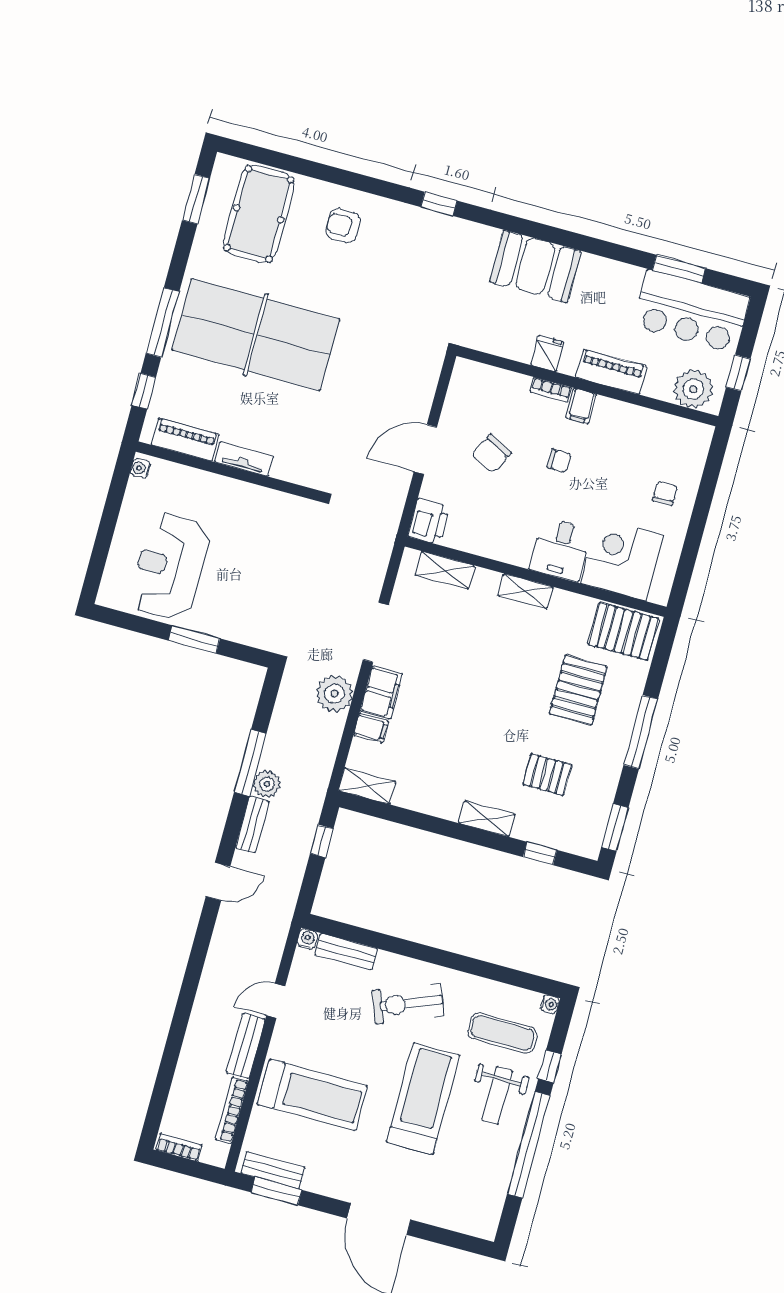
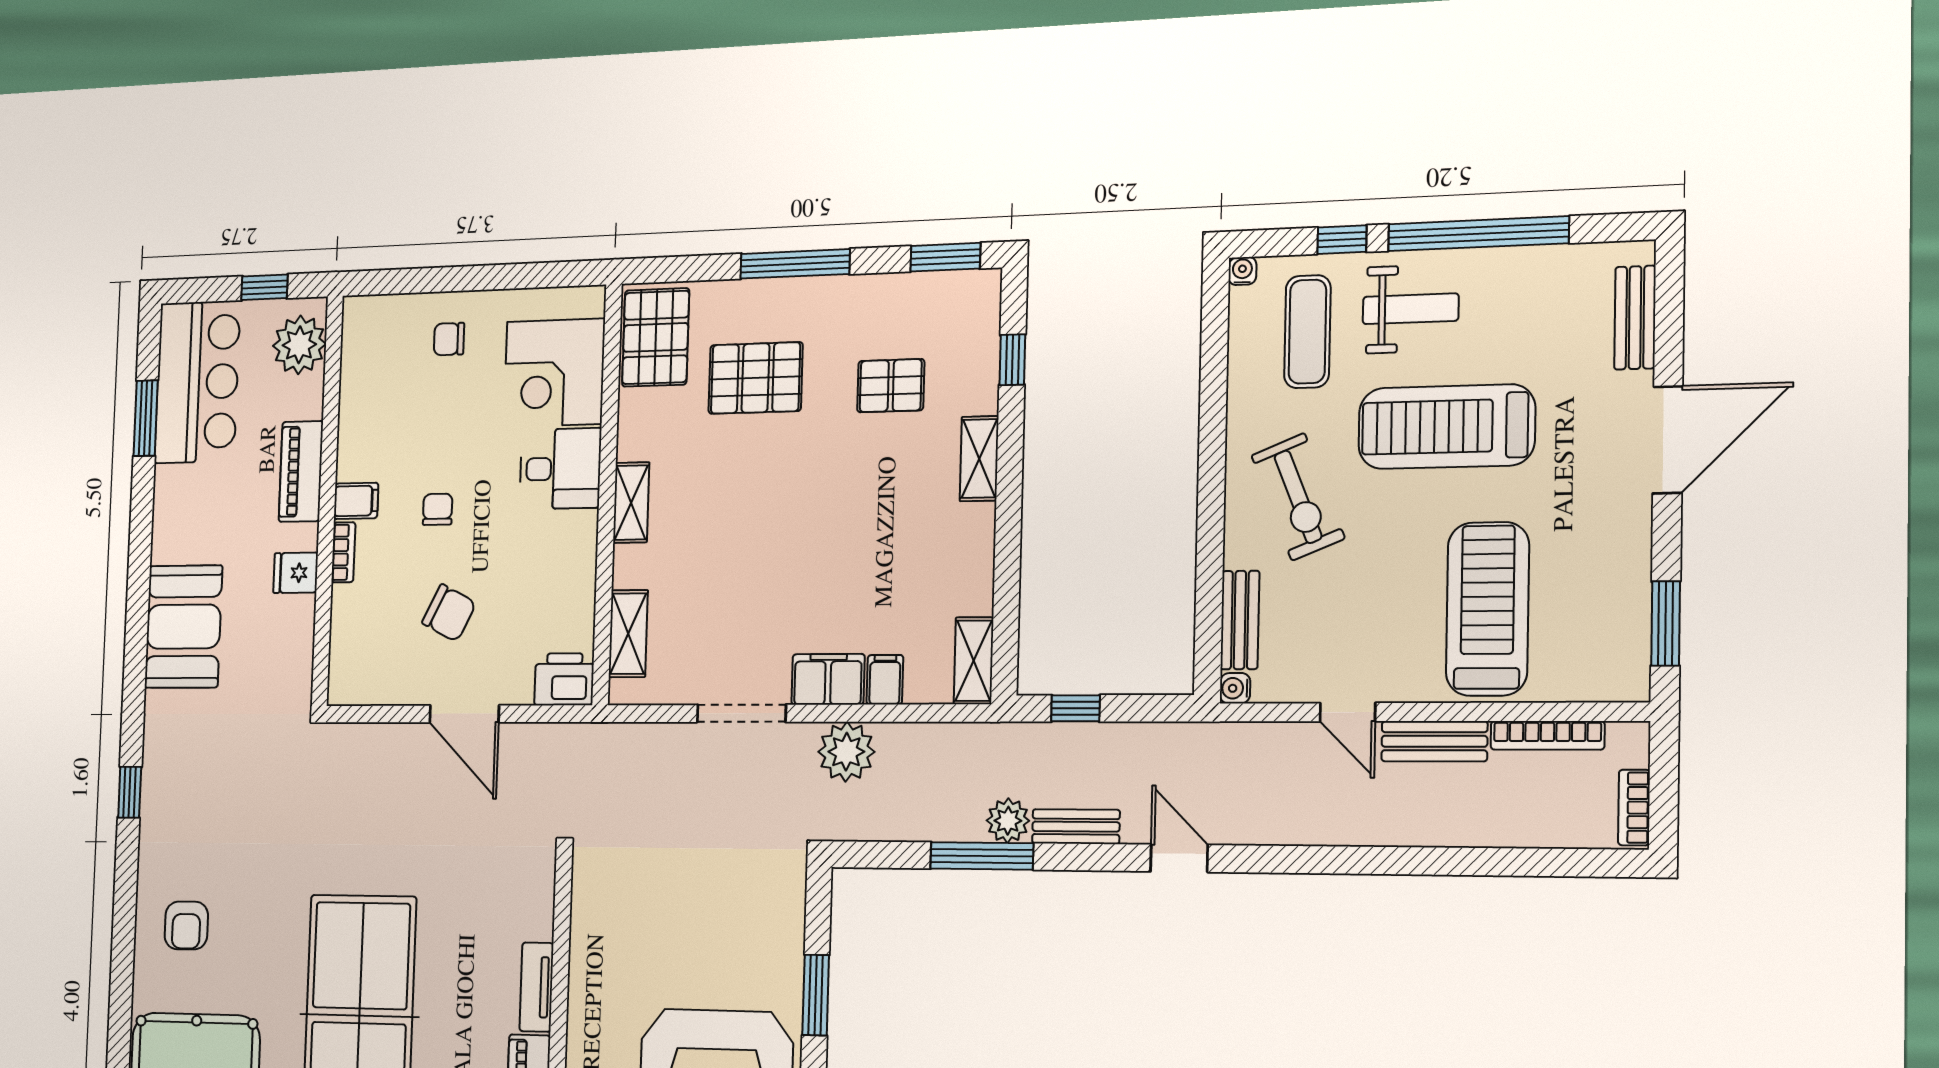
pallet: (547, 775) -> (891, 386), turned 90
bench: (273, 1170) -> (1635, 318), moved

